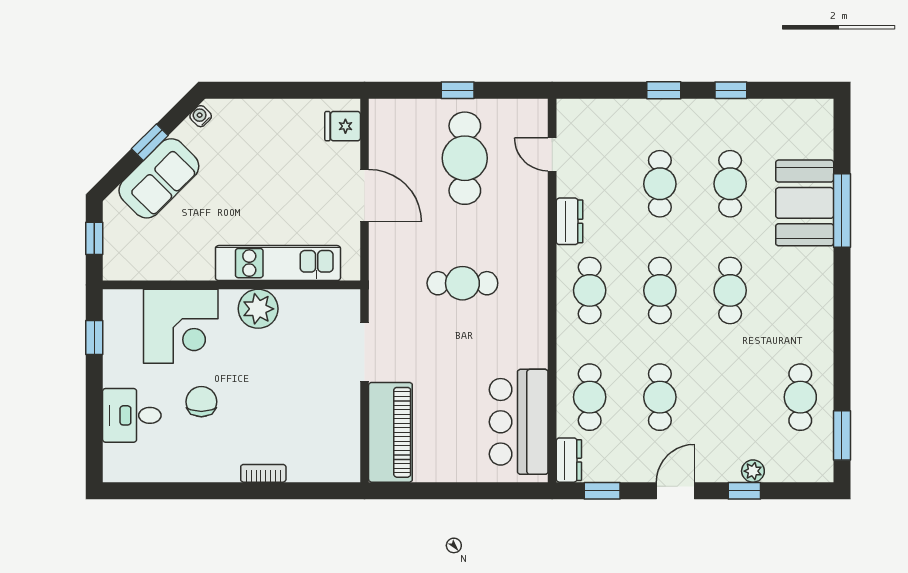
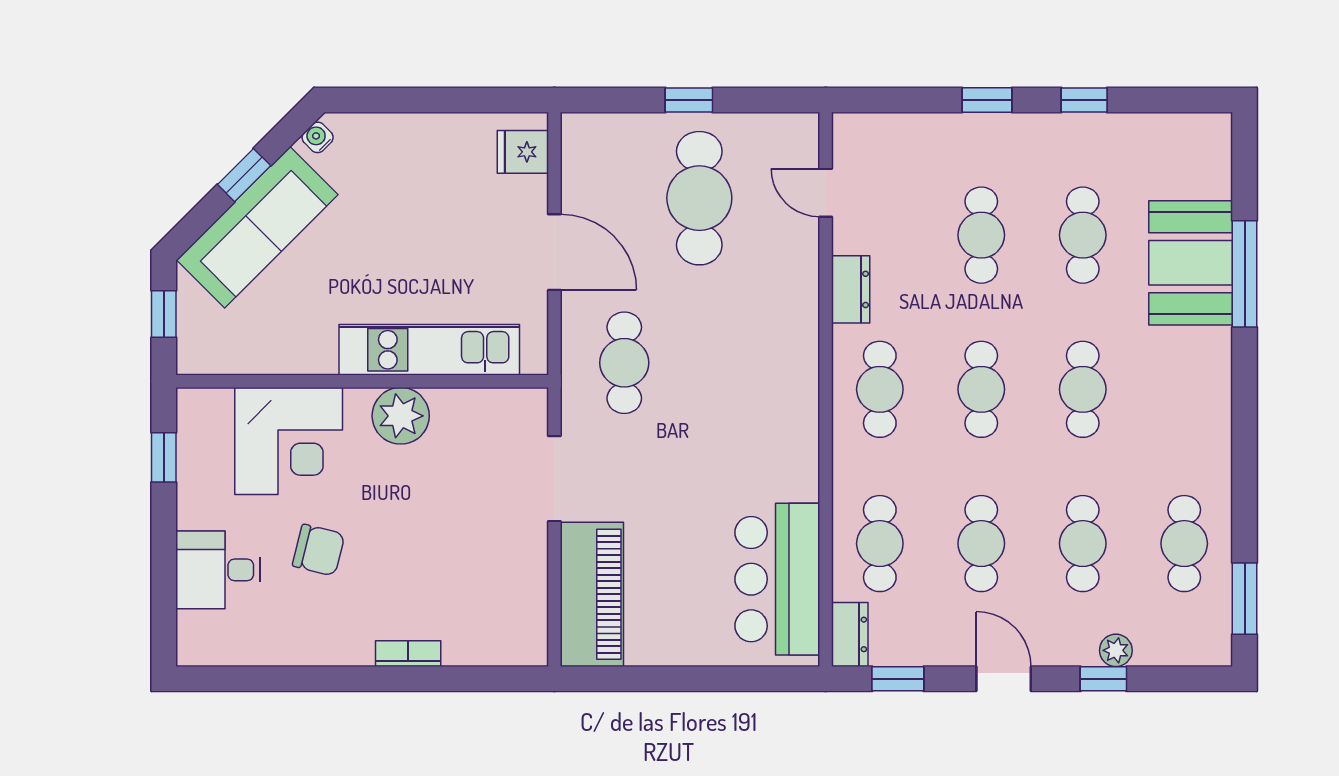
sofa: (159, 178) -> (257, 227), width x1.36
cafe table: (462, 283) -> (624, 363), moved, turned 90
cafe table: (730, 397) -> (1083, 544), added
chair: (201, 402) -> (319, 550), turned 104
door: (675, 491) -> (1004, 679), hinge flipped

